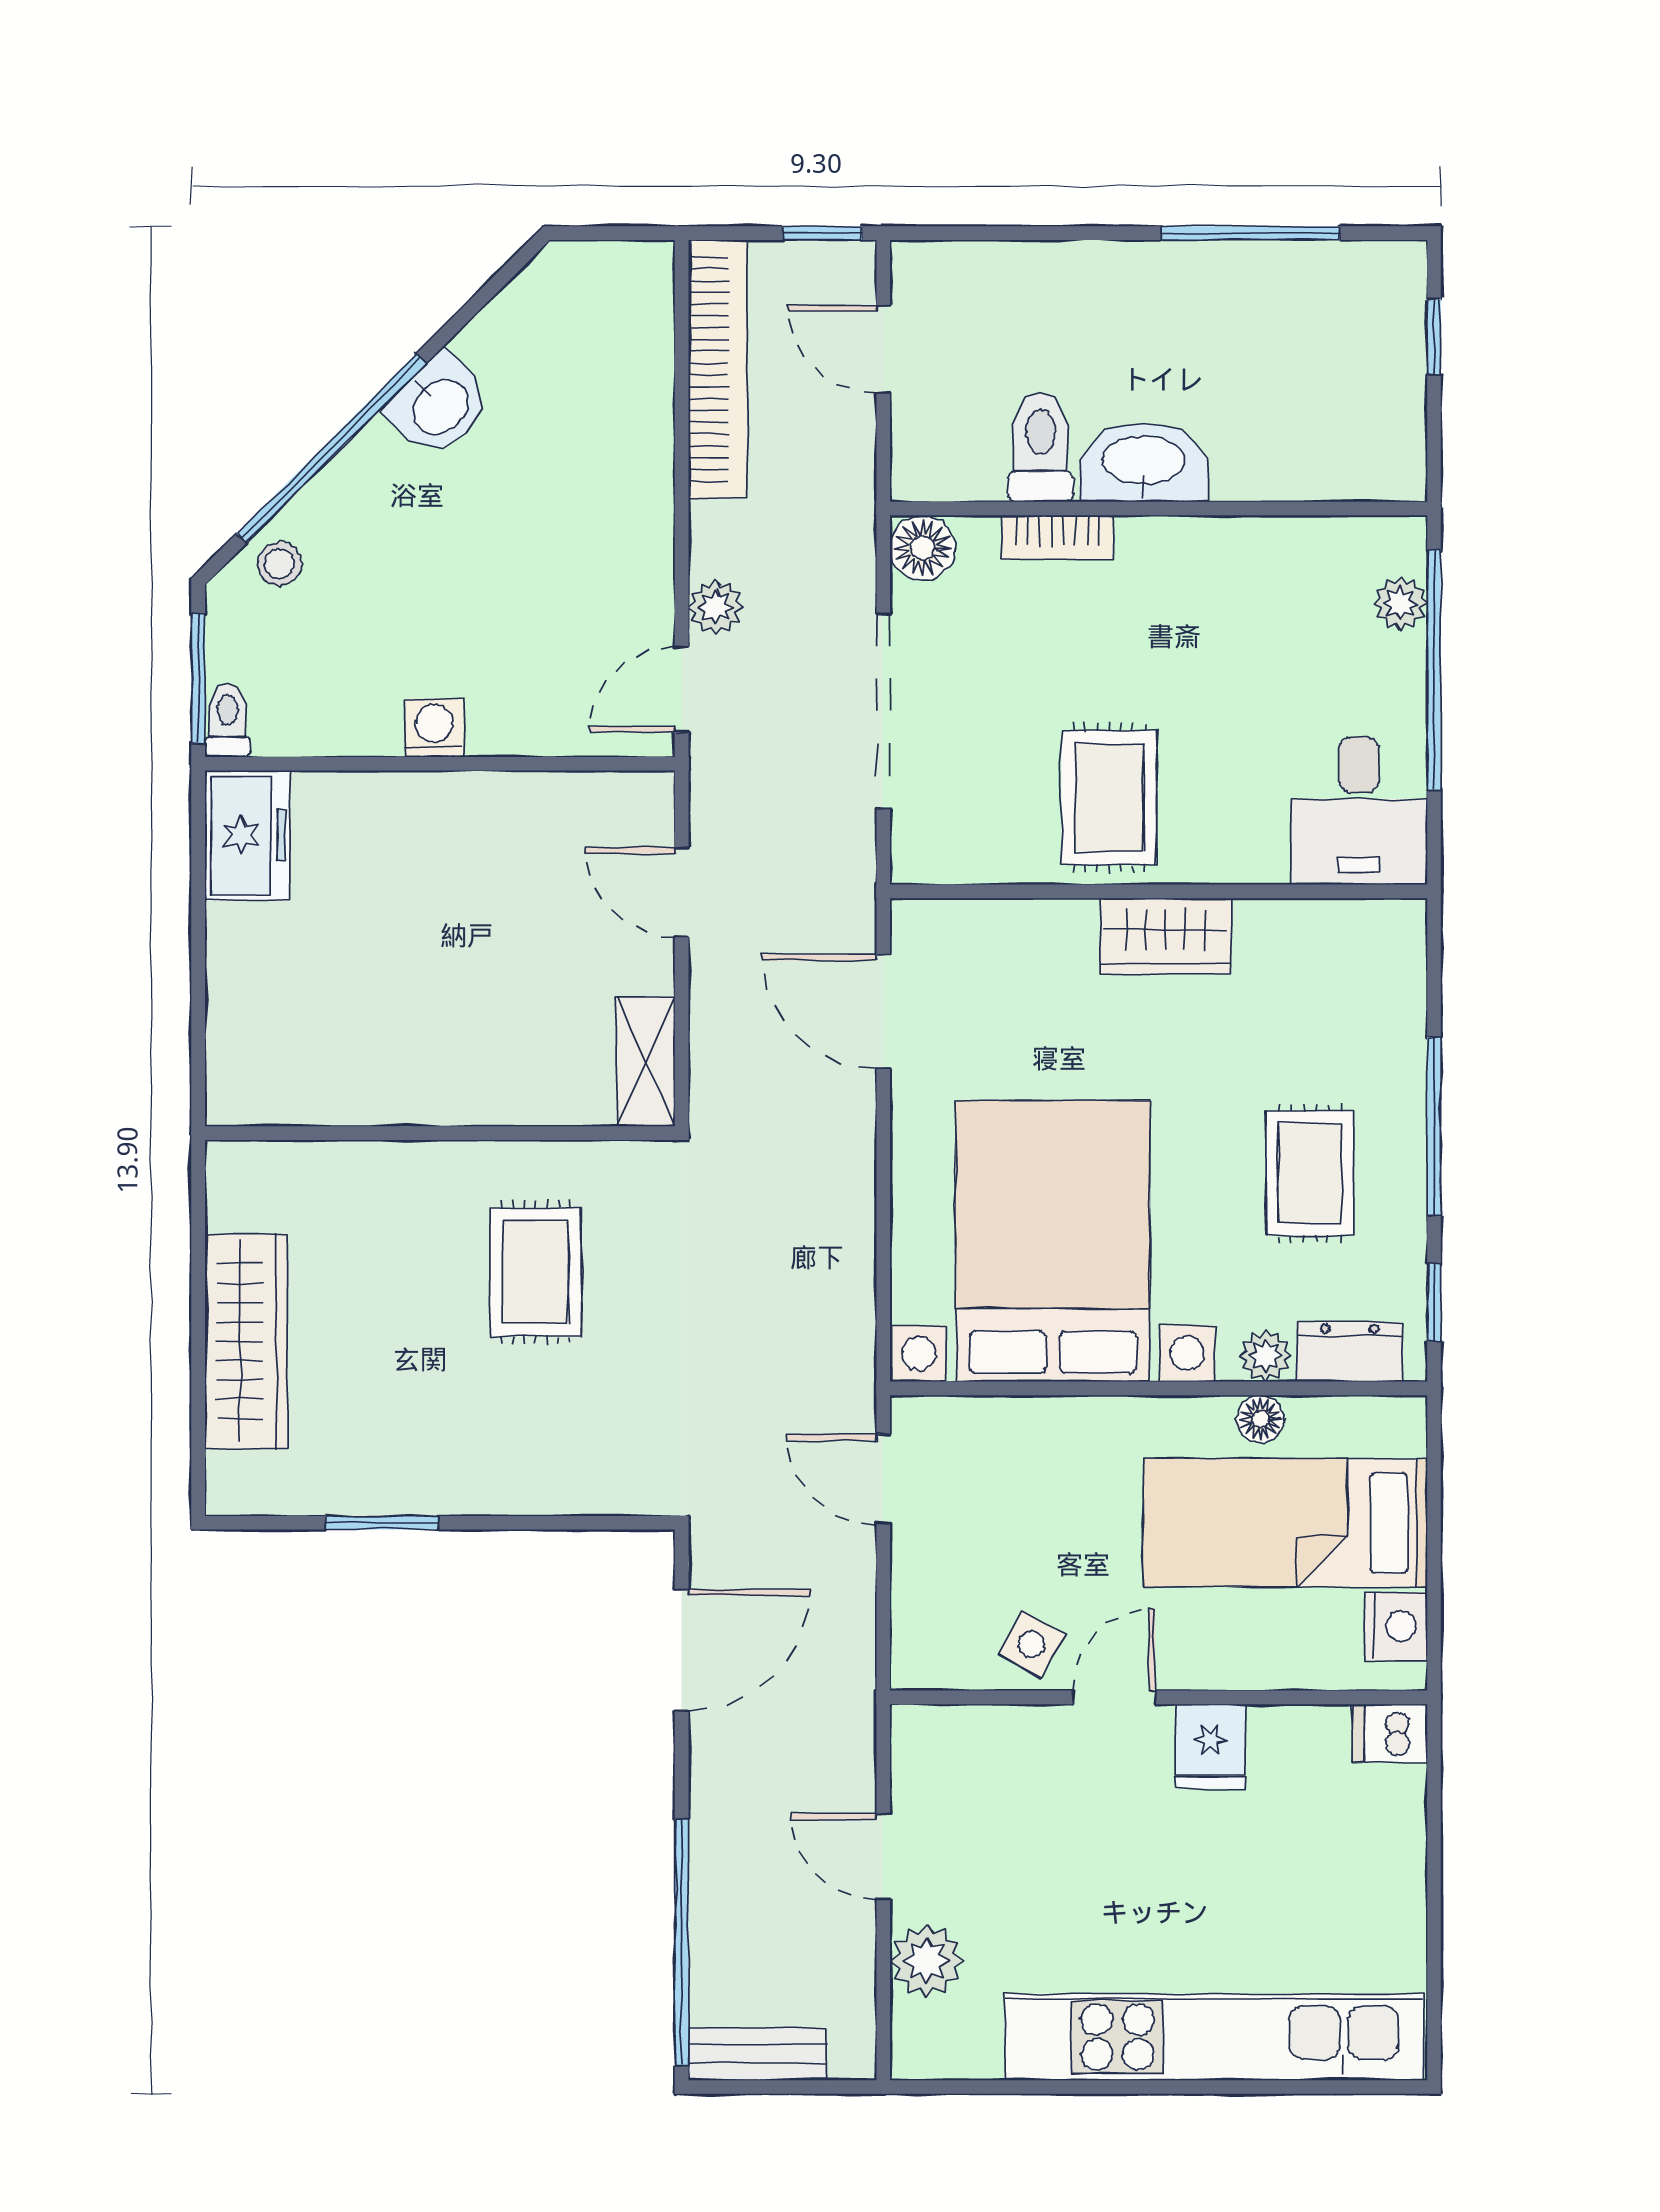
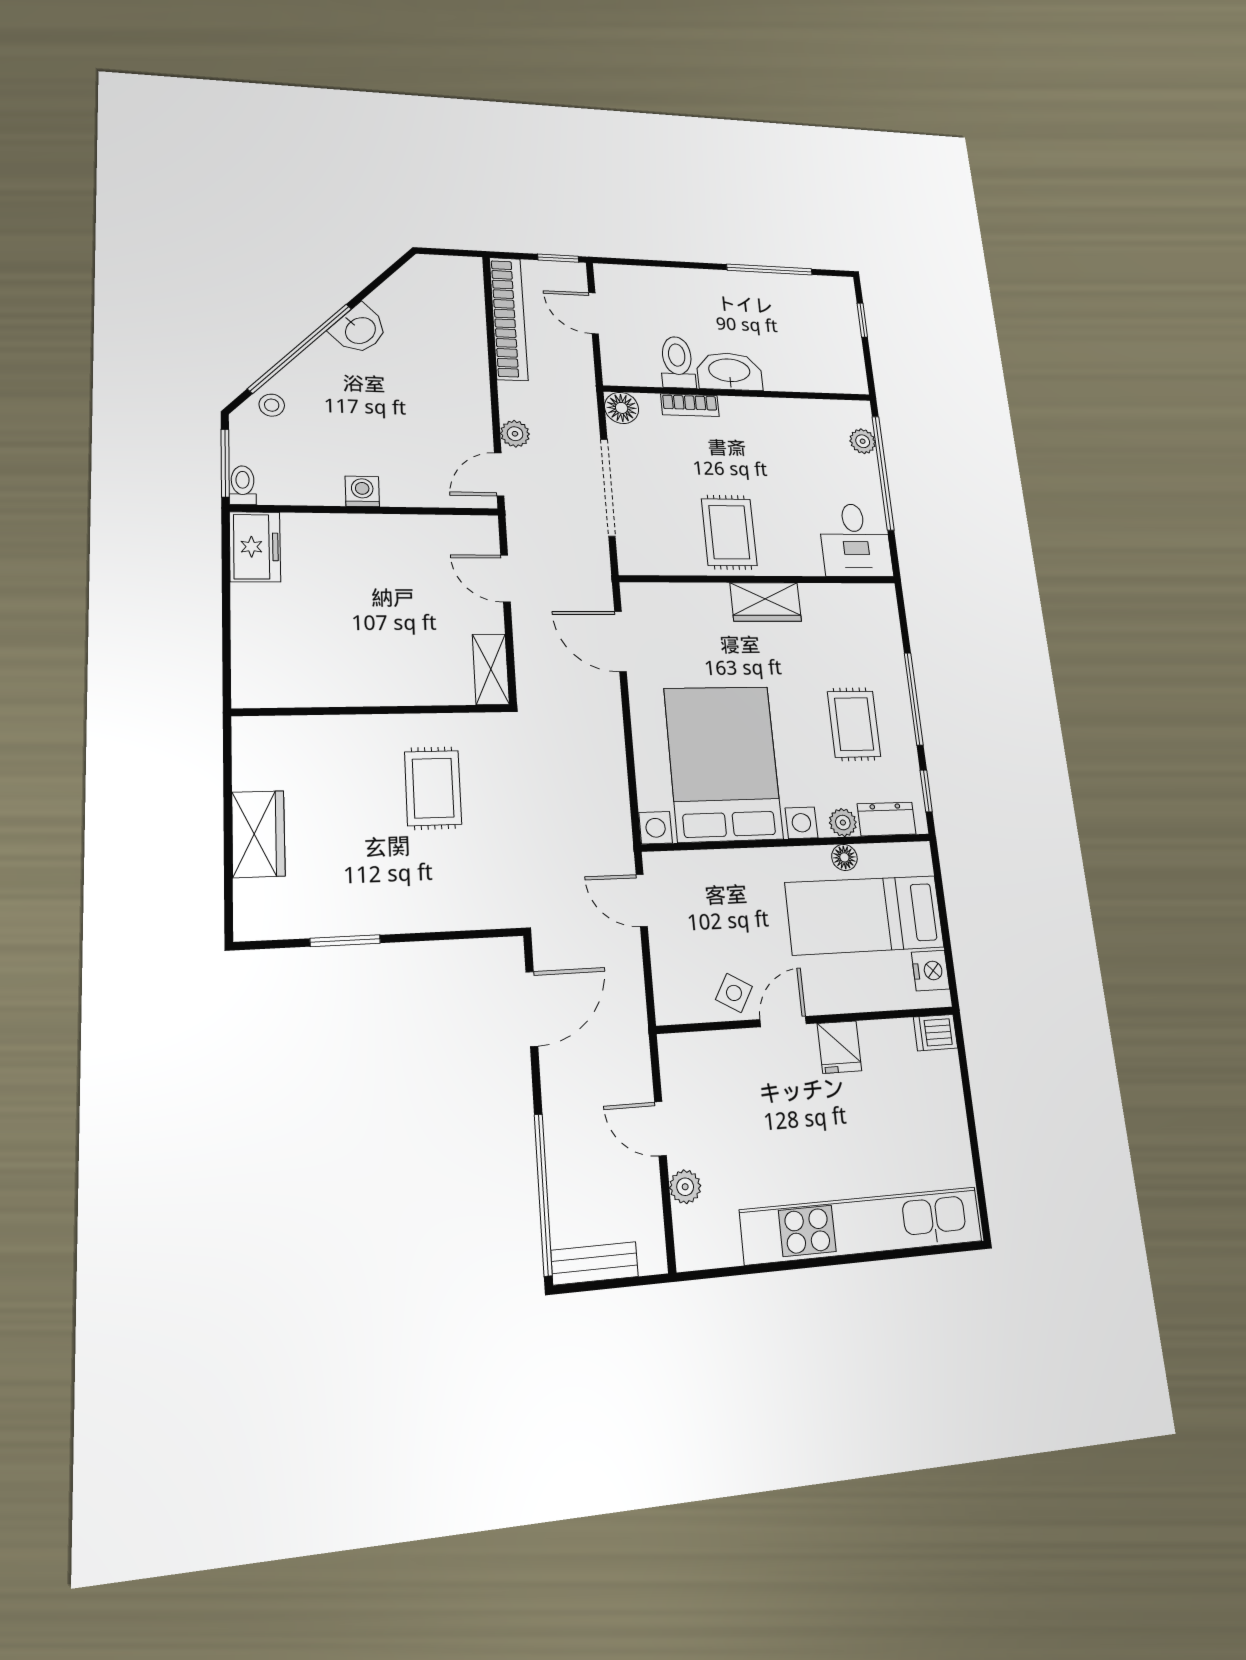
wardrobe: (246, 1341) -> (258, 834), width x0.67
plant: (927, 1961) -> (685, 1187), width x0.73, depth x0.73

